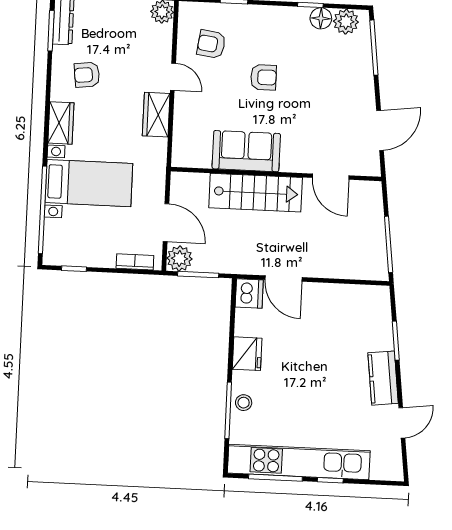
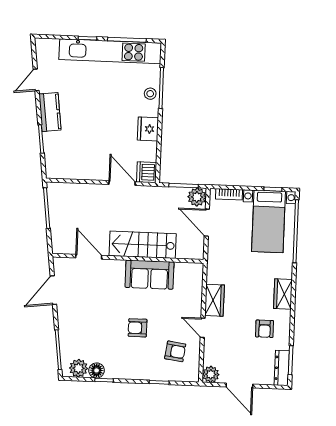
armchair: (87, 75) -> (265, 329), turned 97
bed with nightstands: (89, 183) -> (269, 221), moved, turned -90

